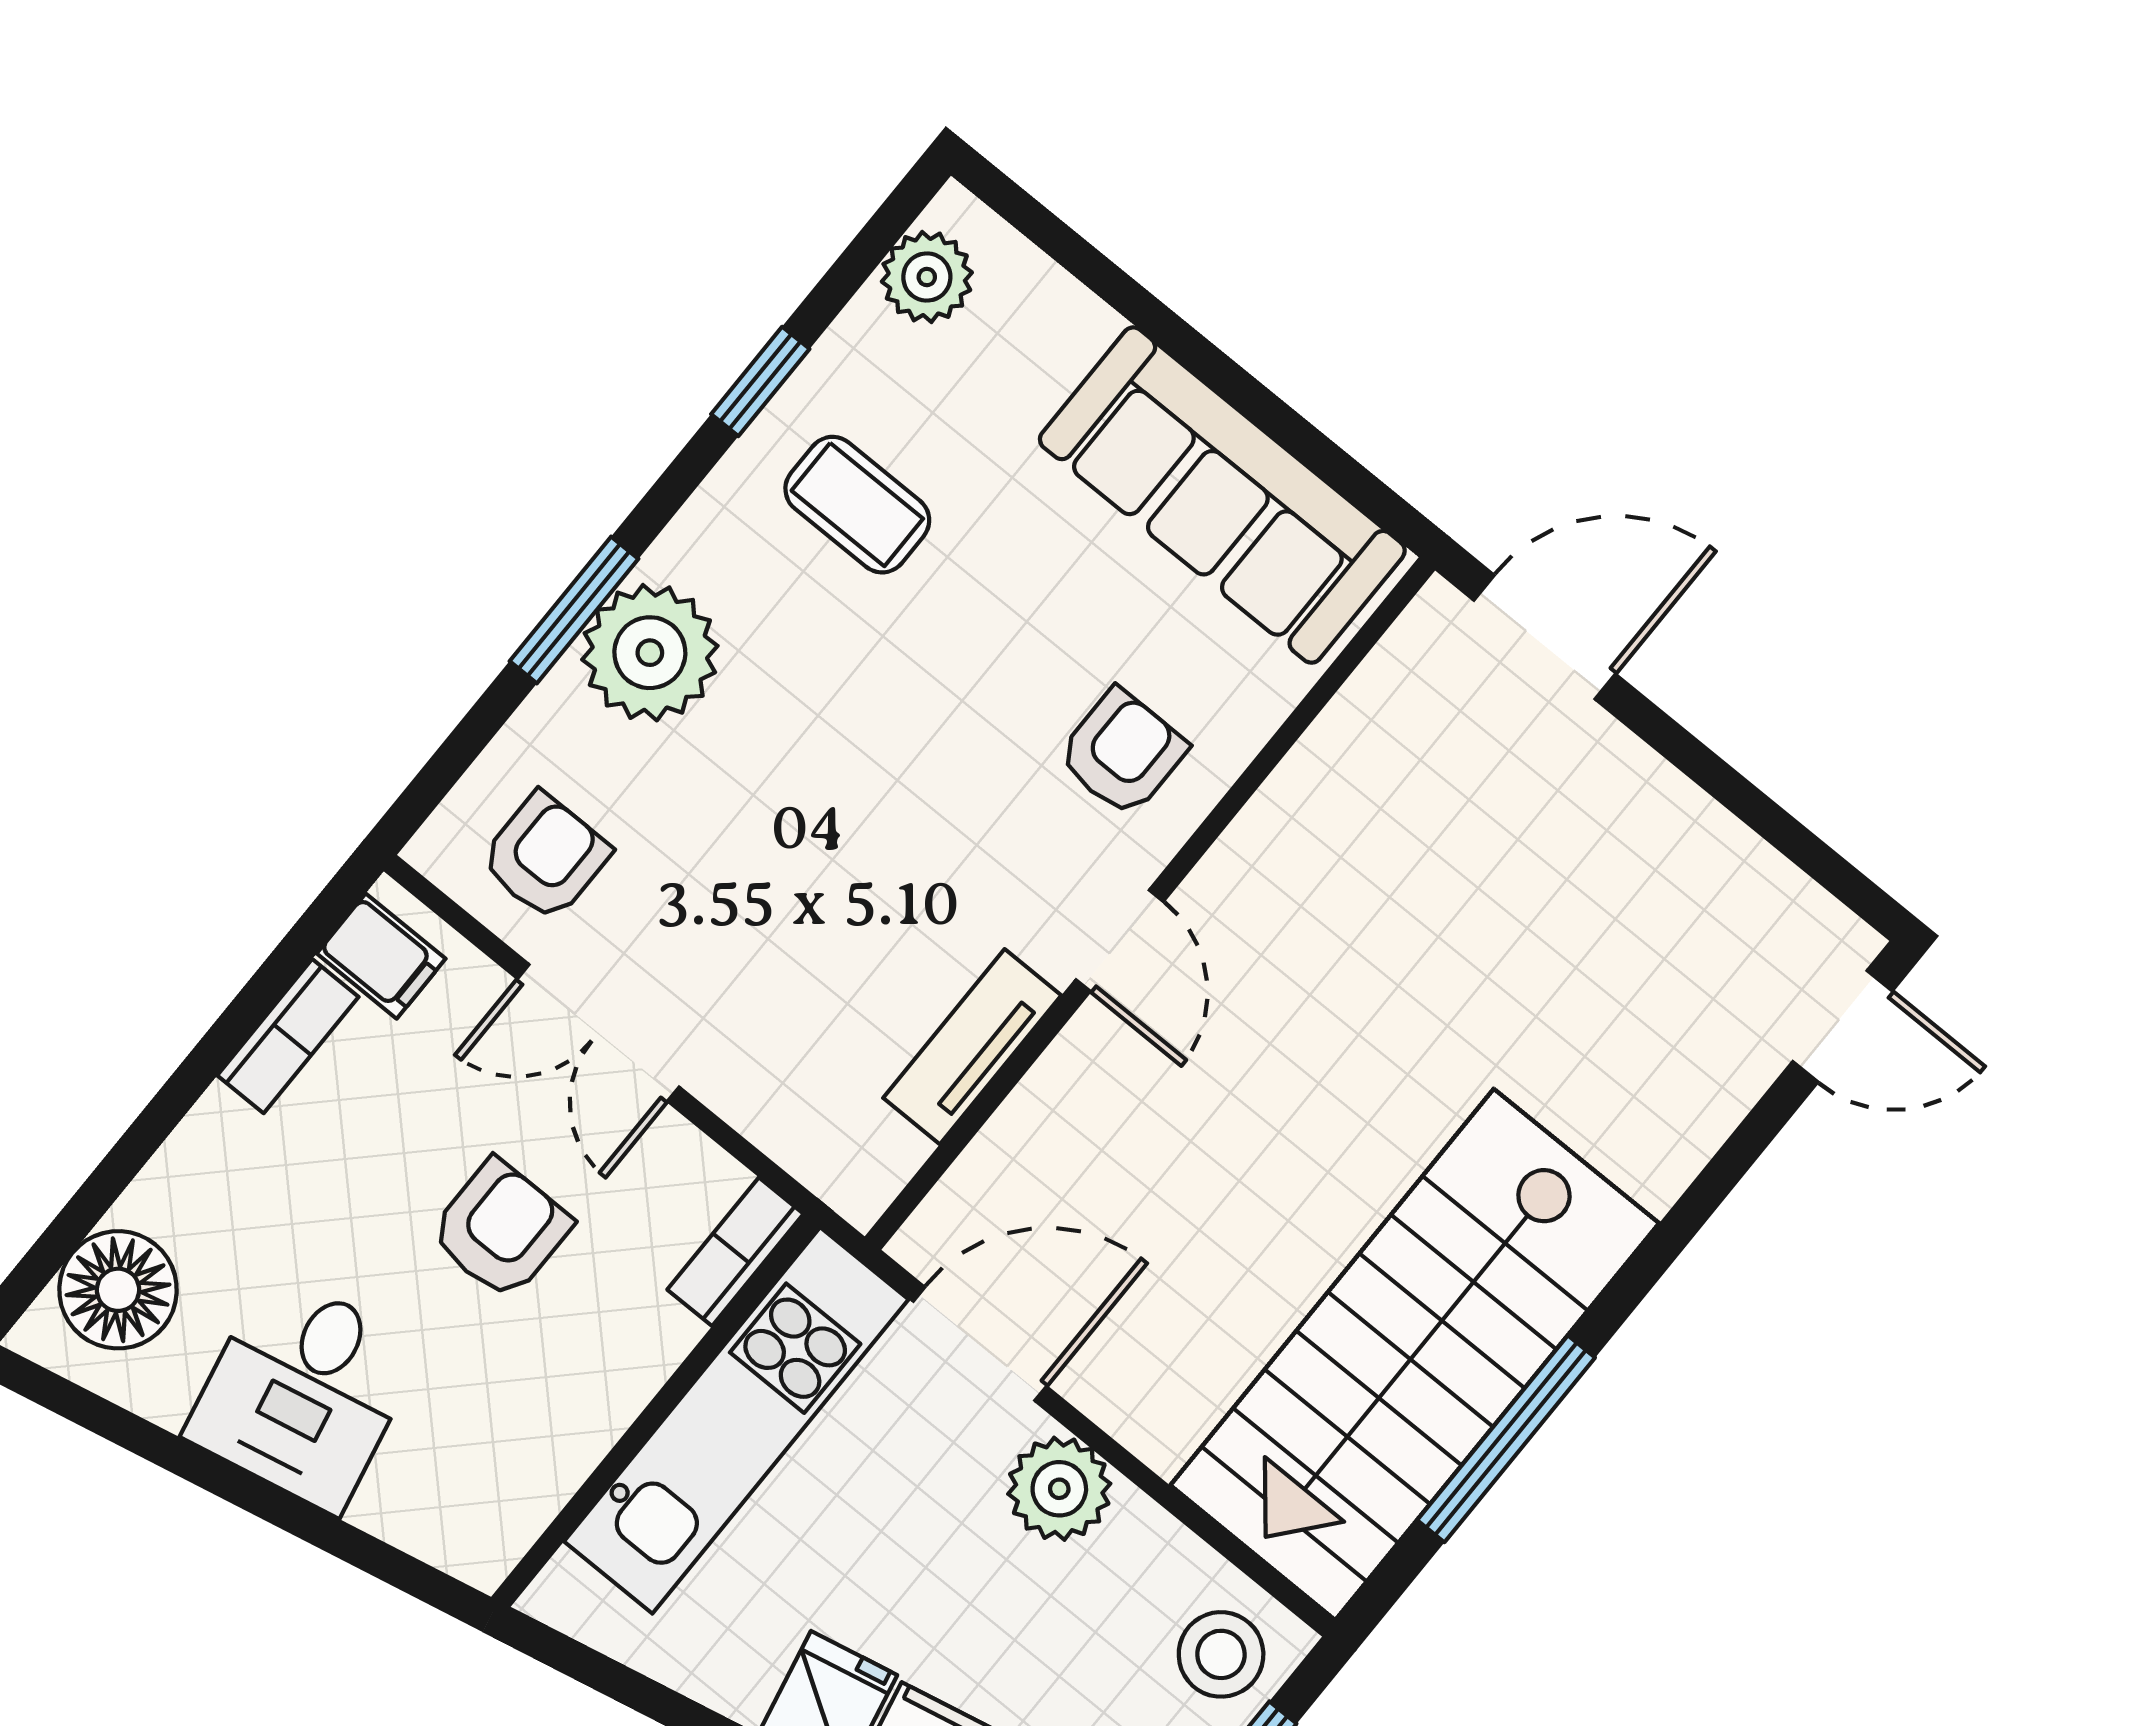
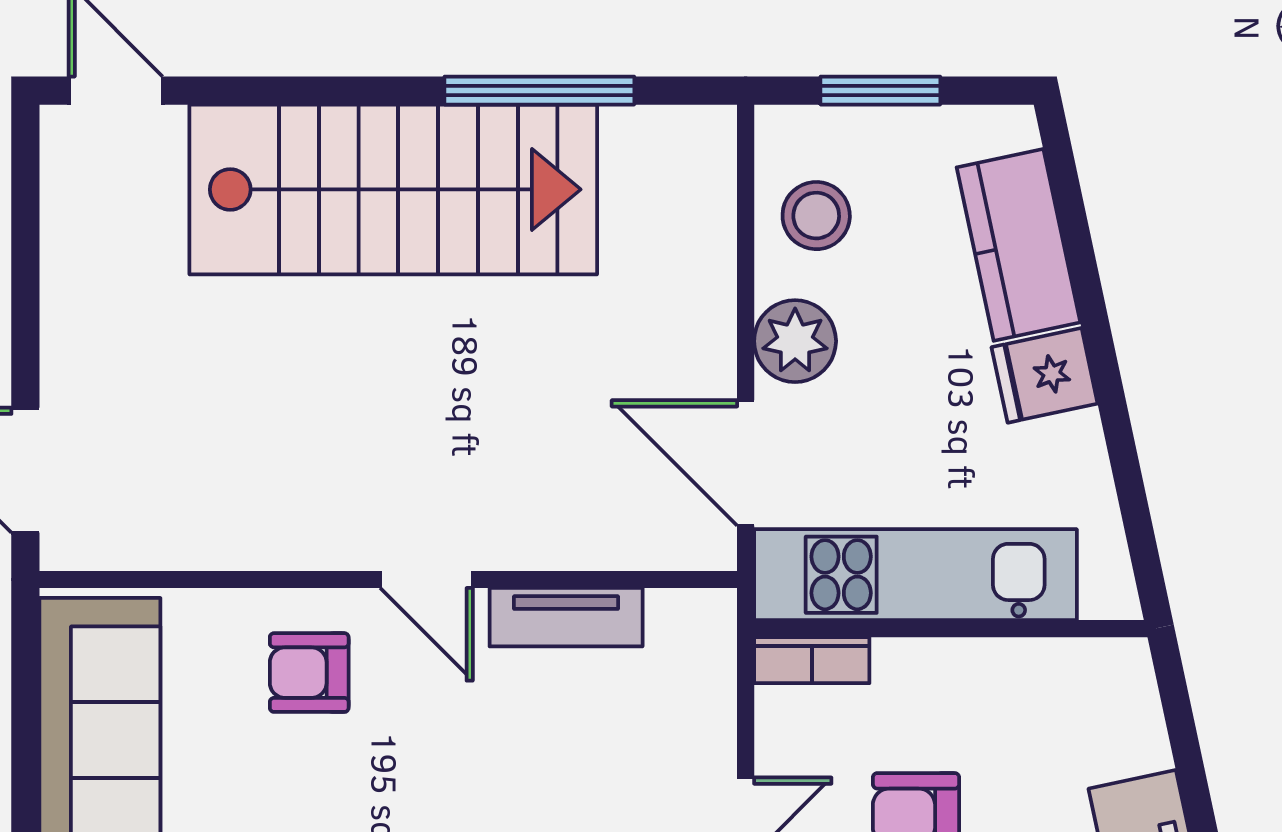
door: (1120, 941) -> (426, 580), swing flipped
stairs: (1415, 1354) -> (393, 189), moved
stool: (1221, 1654) -> (816, 216), moved

